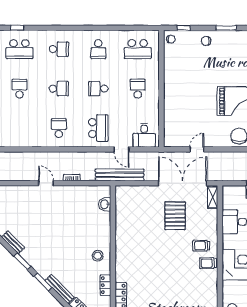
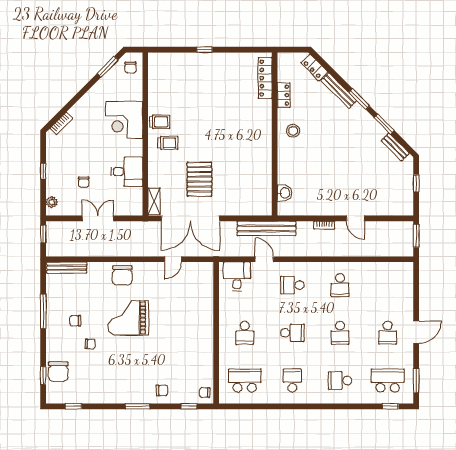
school desk: (59, 89) -> (340, 333), turned -90
school desk: (98, 128) -> (292, 285), width x0.54

